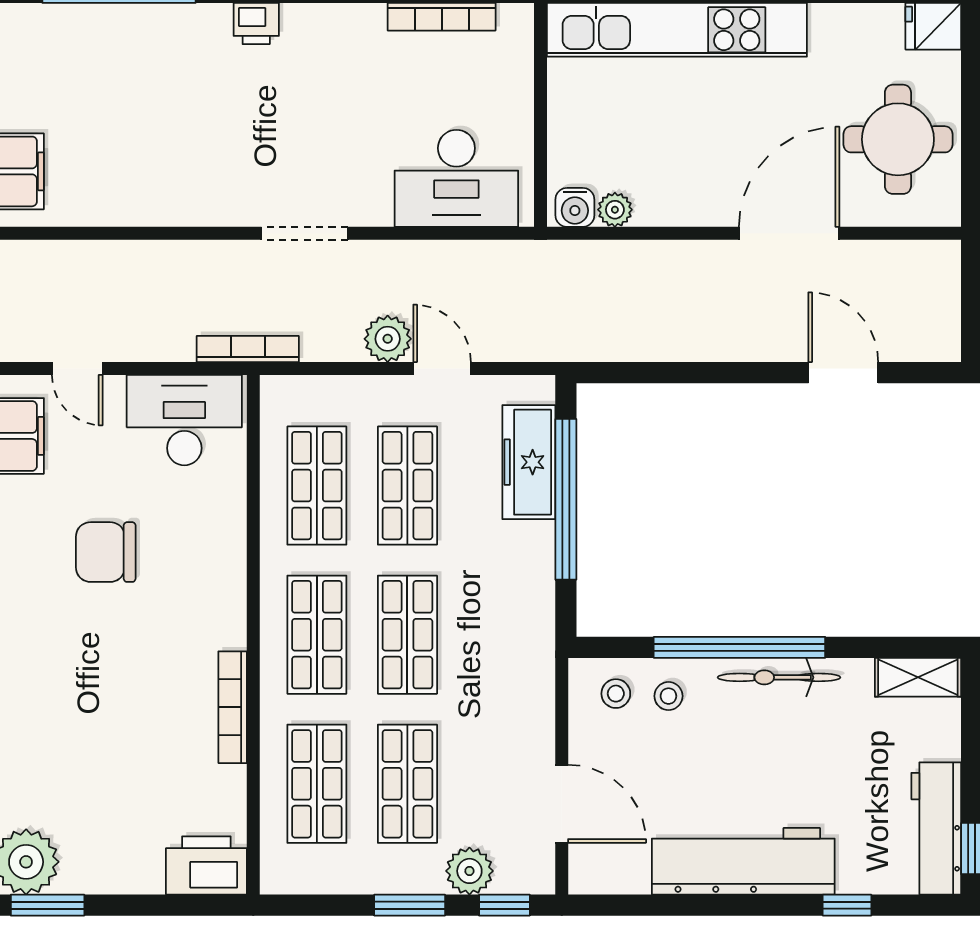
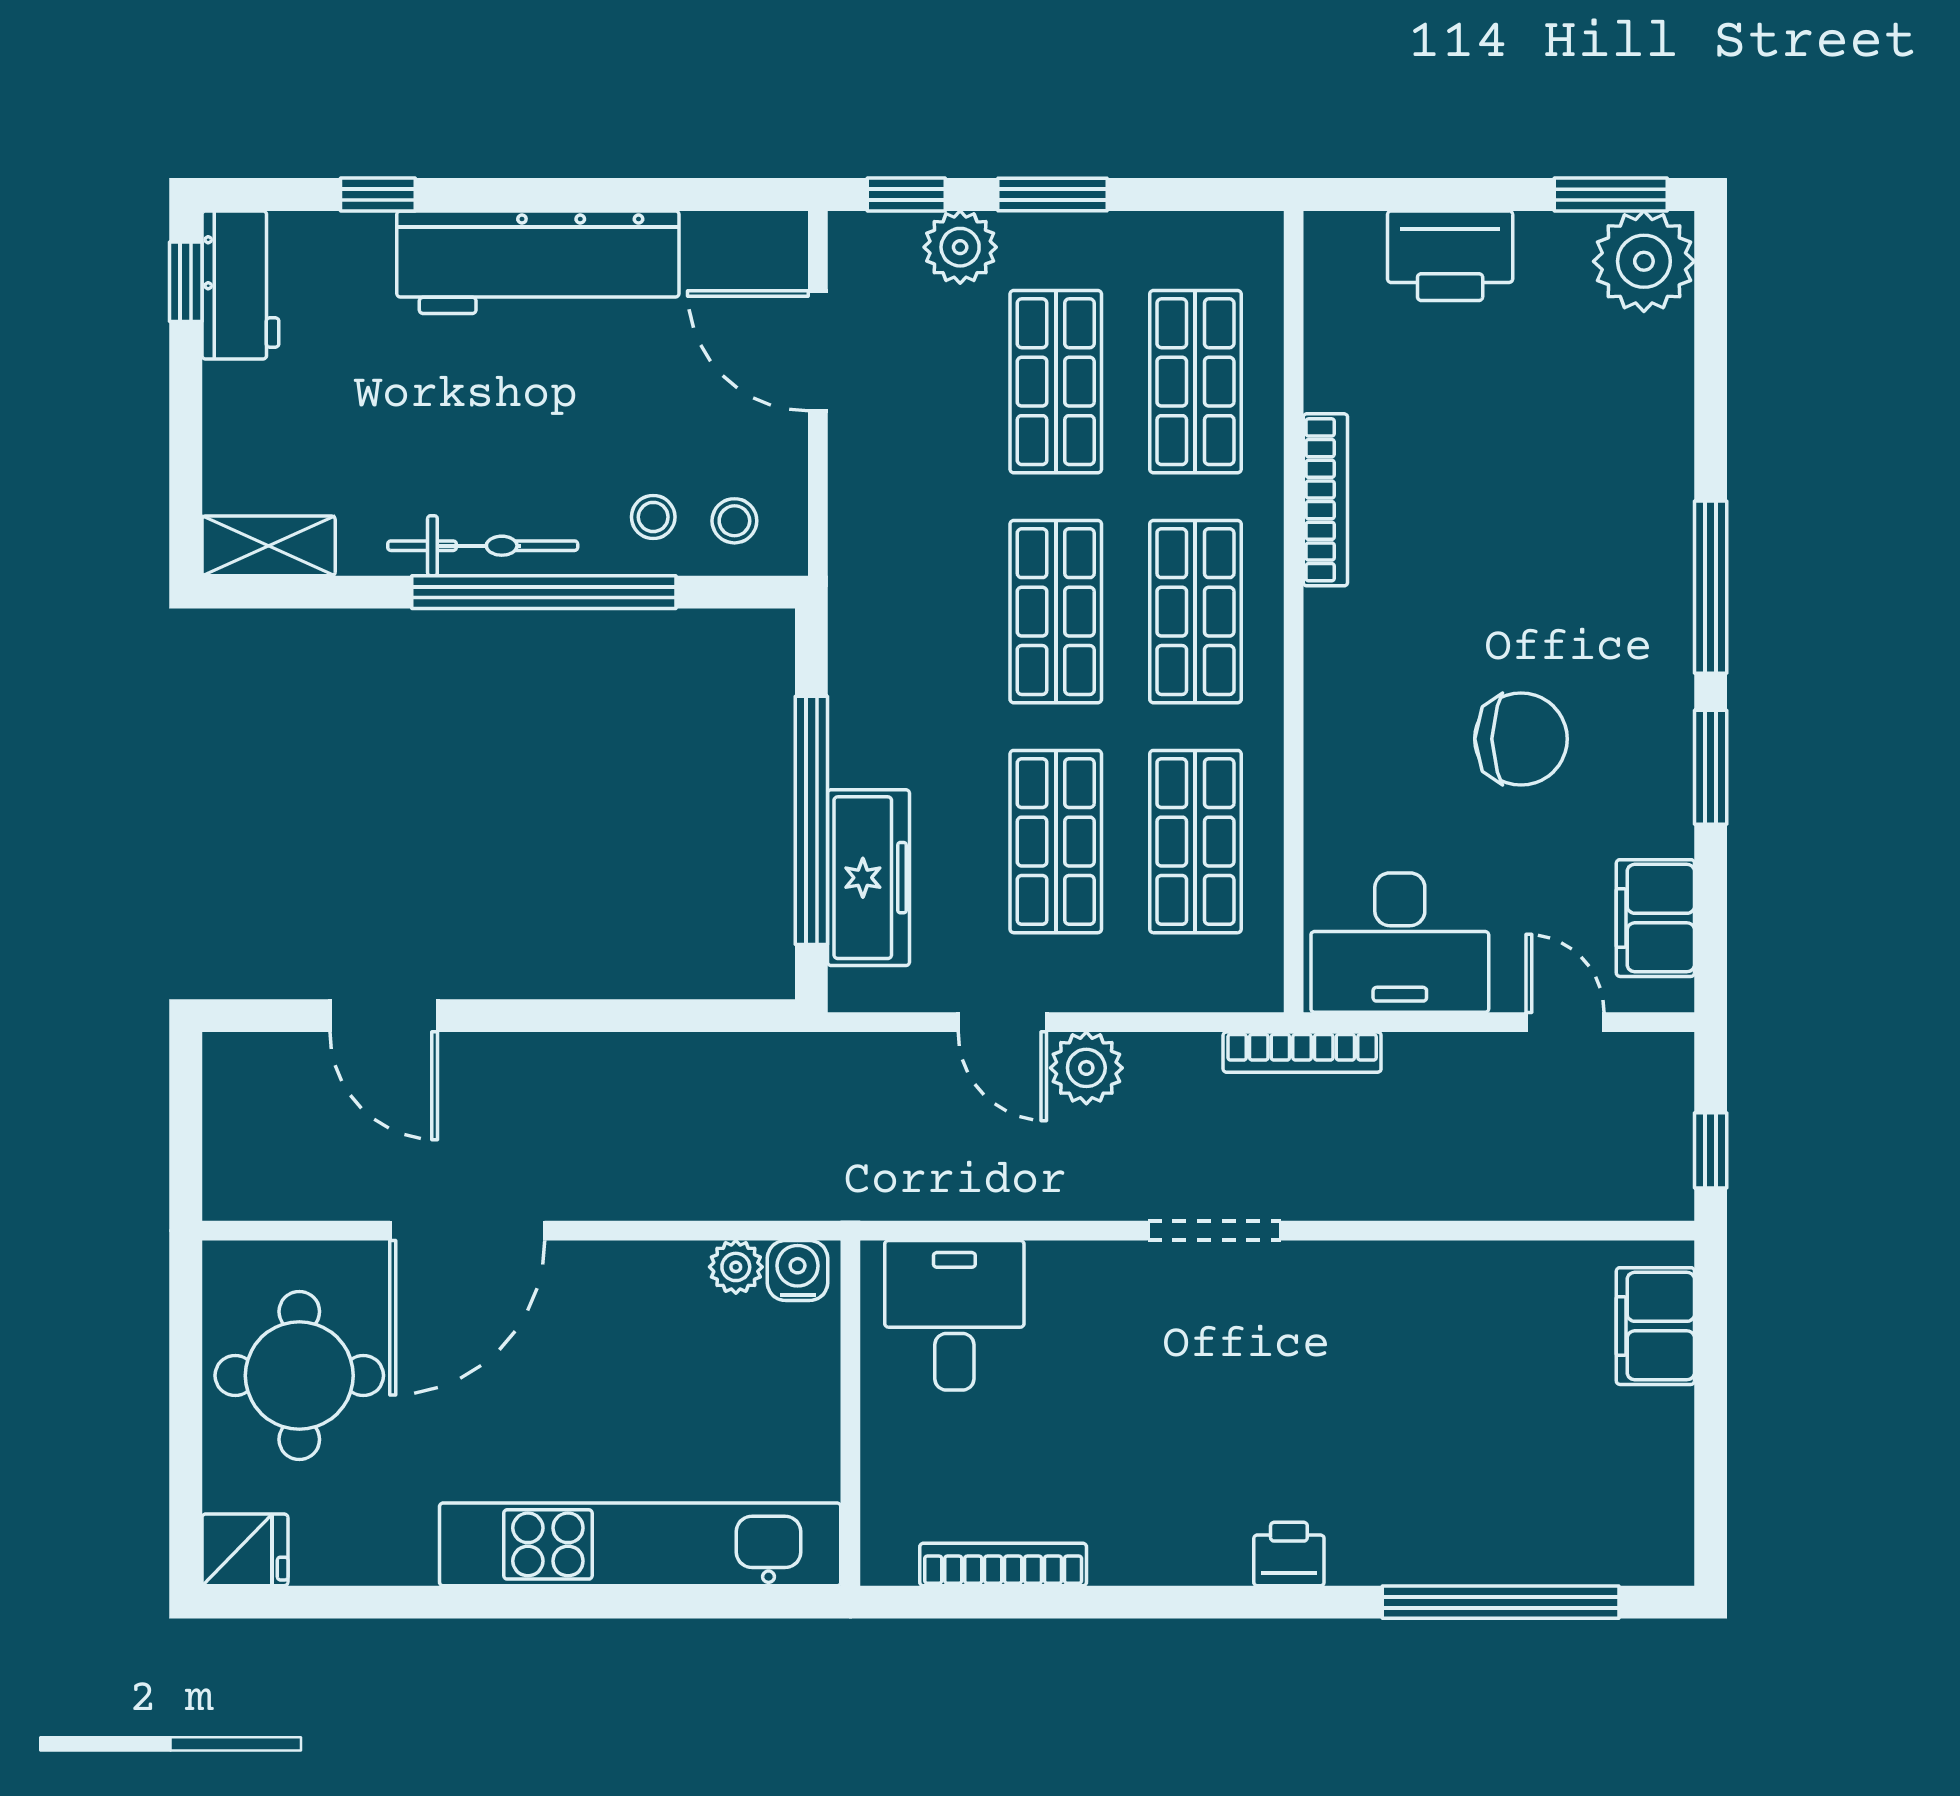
desk: (456, 178) -> (954, 1315), width x0.73
workbench: (936, 828) -> (240, 285), width x0.73
printer: (206, 865) -> (1450, 256), moved

